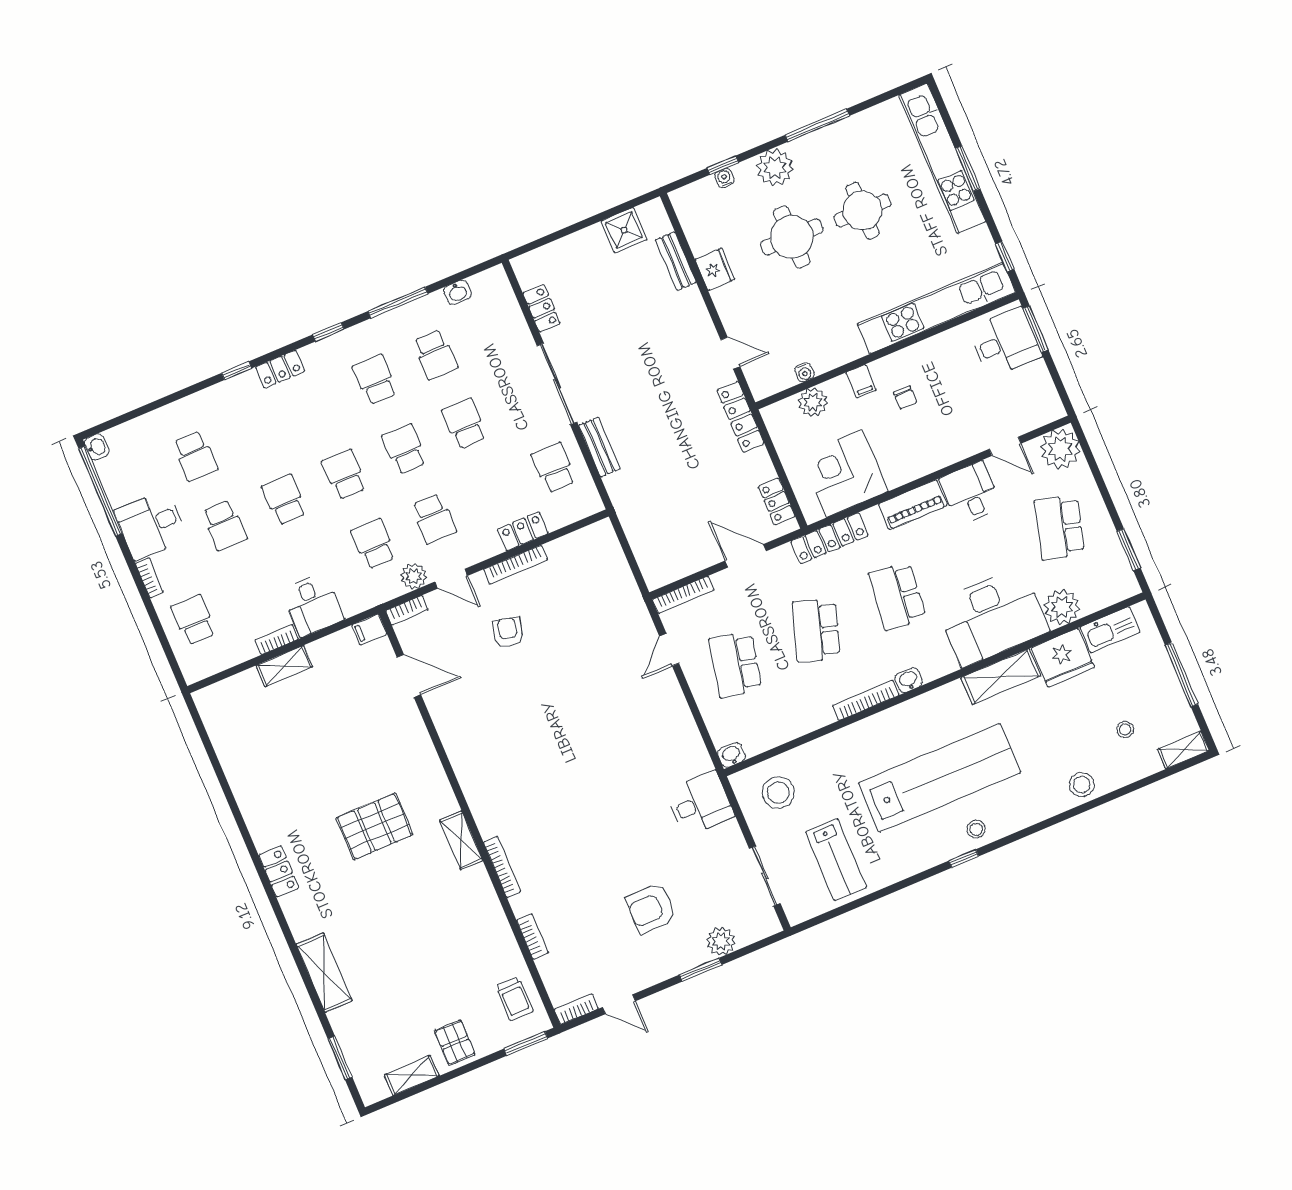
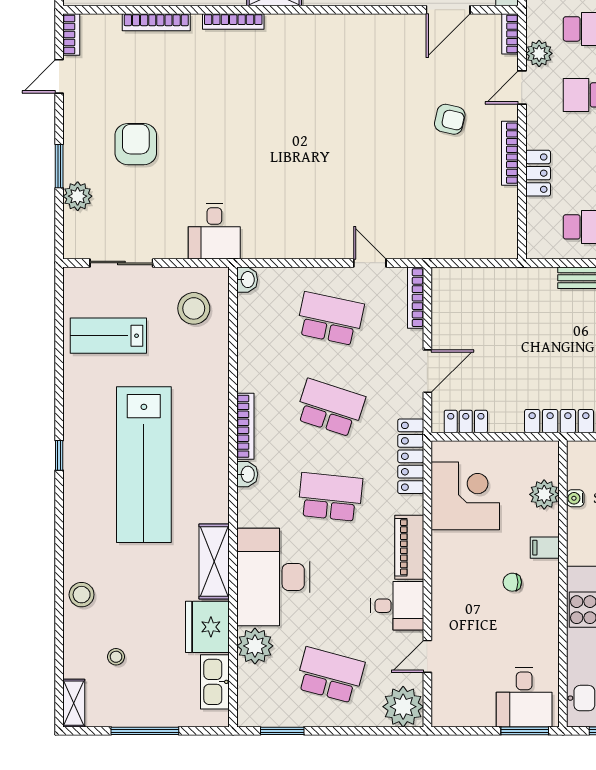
stool: (976, 829) -> (82, 478), removed
bookcase: (532, 937) -> (156, 22), width x1.56

